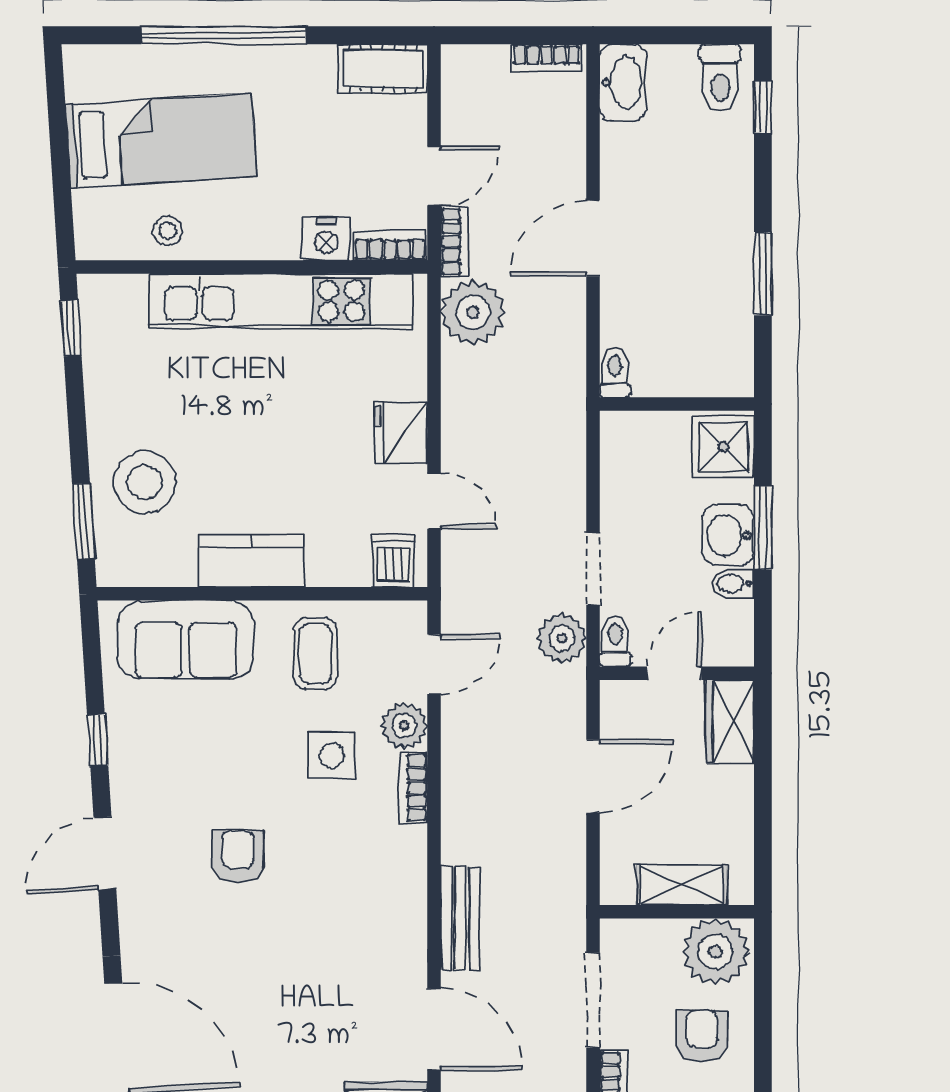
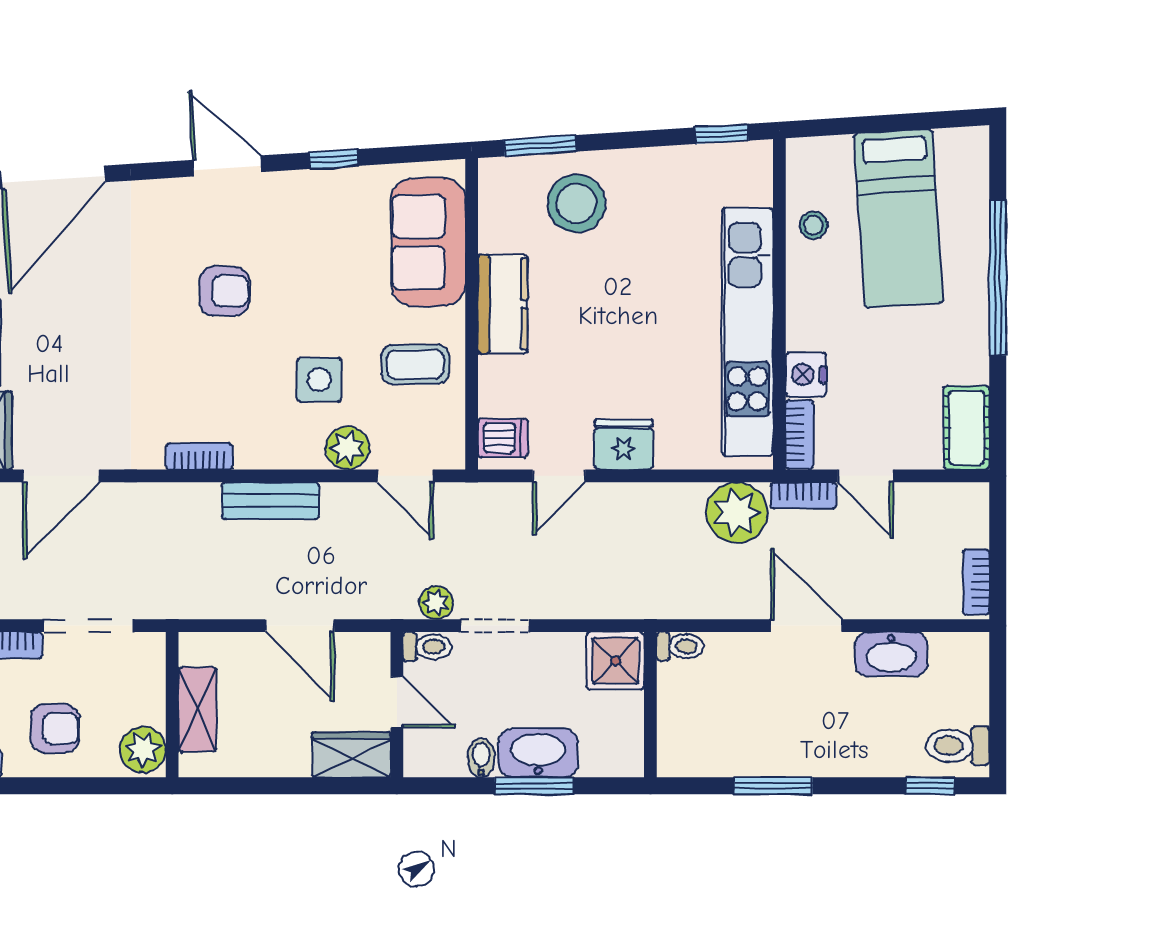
washbasin: (623, 83) -> (891, 654), moved
shower: (723, 447) -> (615, 661), moved
washbasin: (728, 535) -> (538, 753), width x1.38
plant: (562, 638) -> (436, 603), width x0.73, depth x0.73
bookcase: (413, 788) -> (199, 456), moved
bench: (460, 918) -> (270, 501), moved
plant: (716, 952) -> (143, 750), width x0.73, depth x0.73

